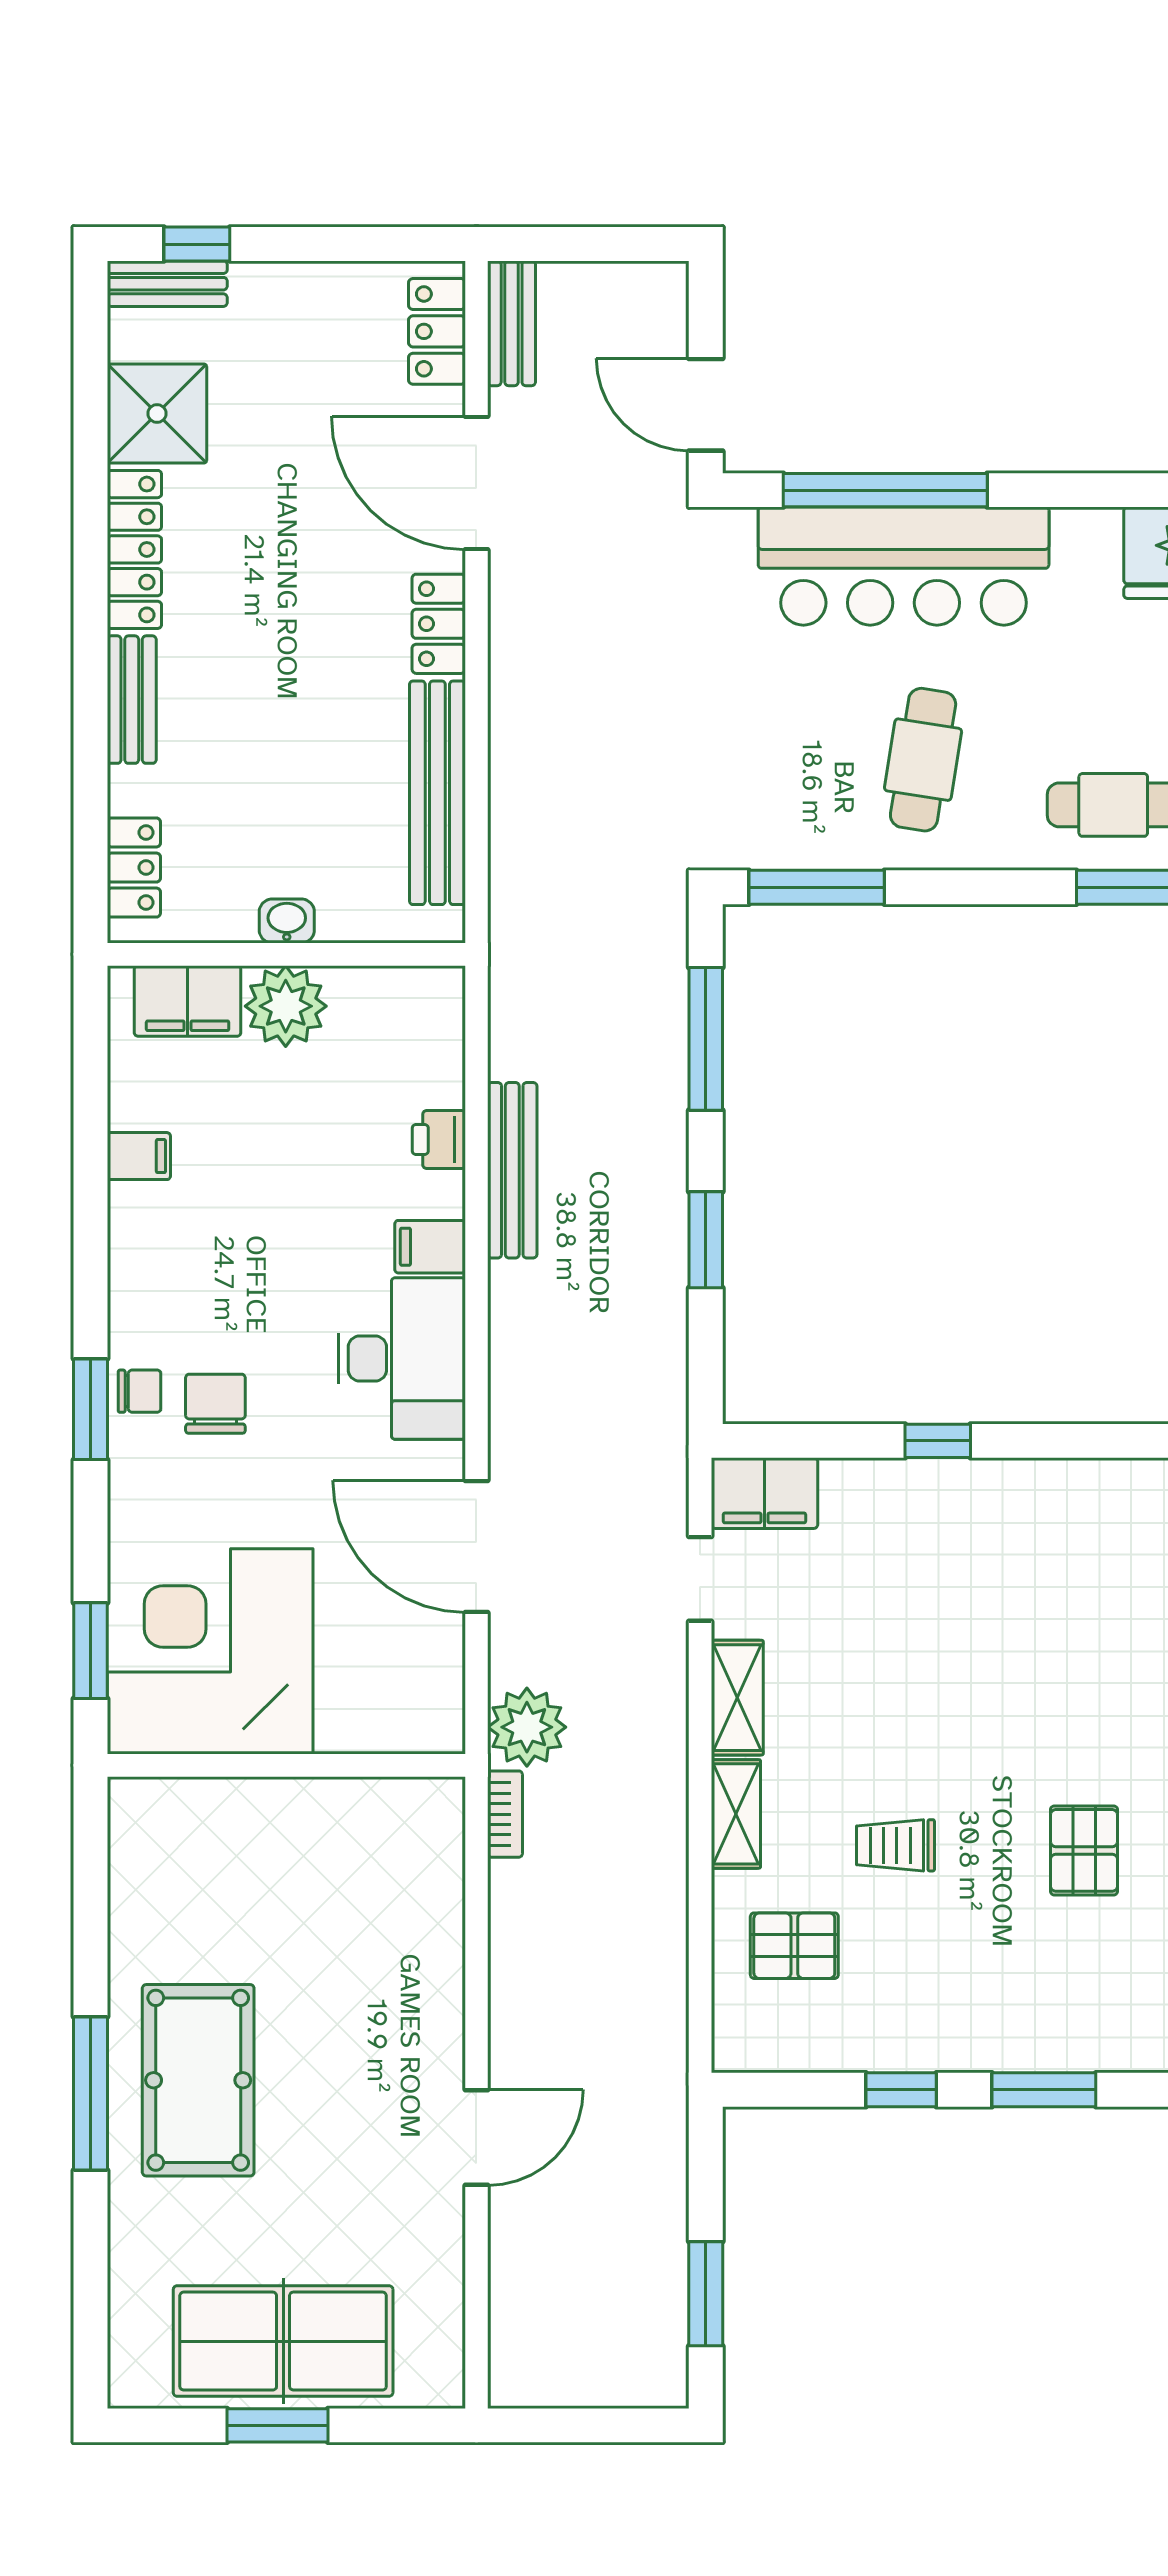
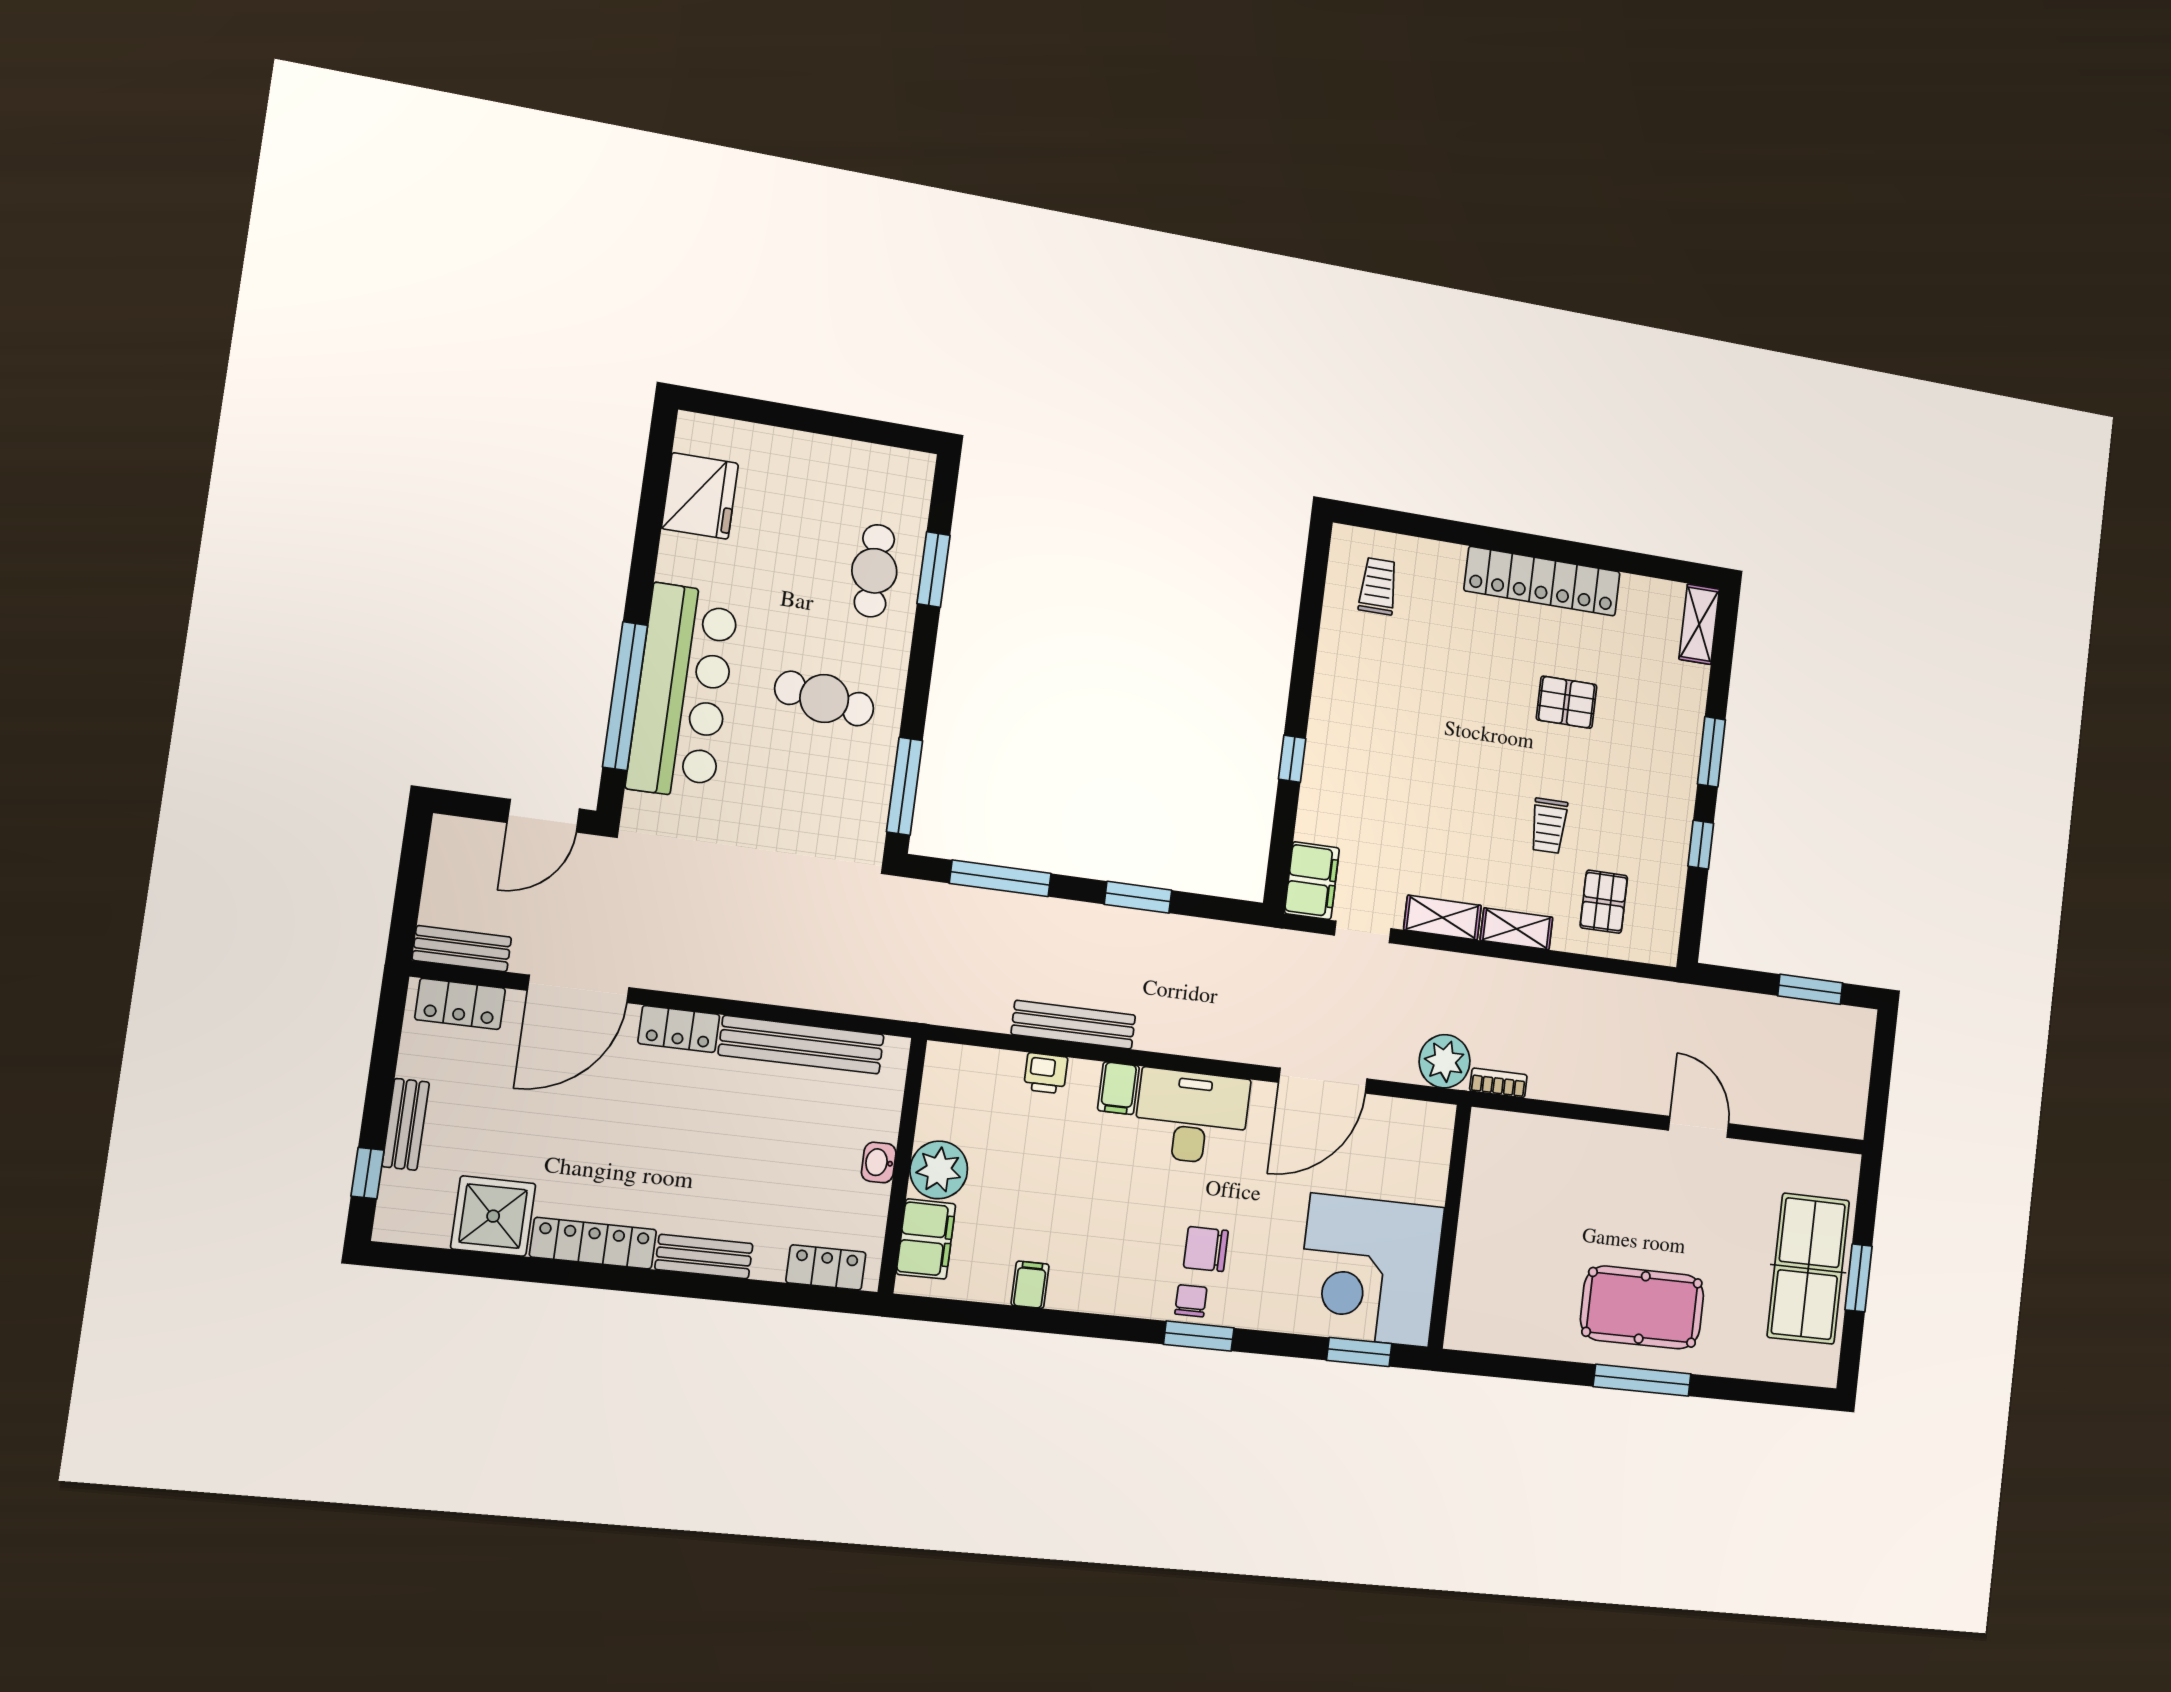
bench: (167, 284) -> (406, 1124), moved

